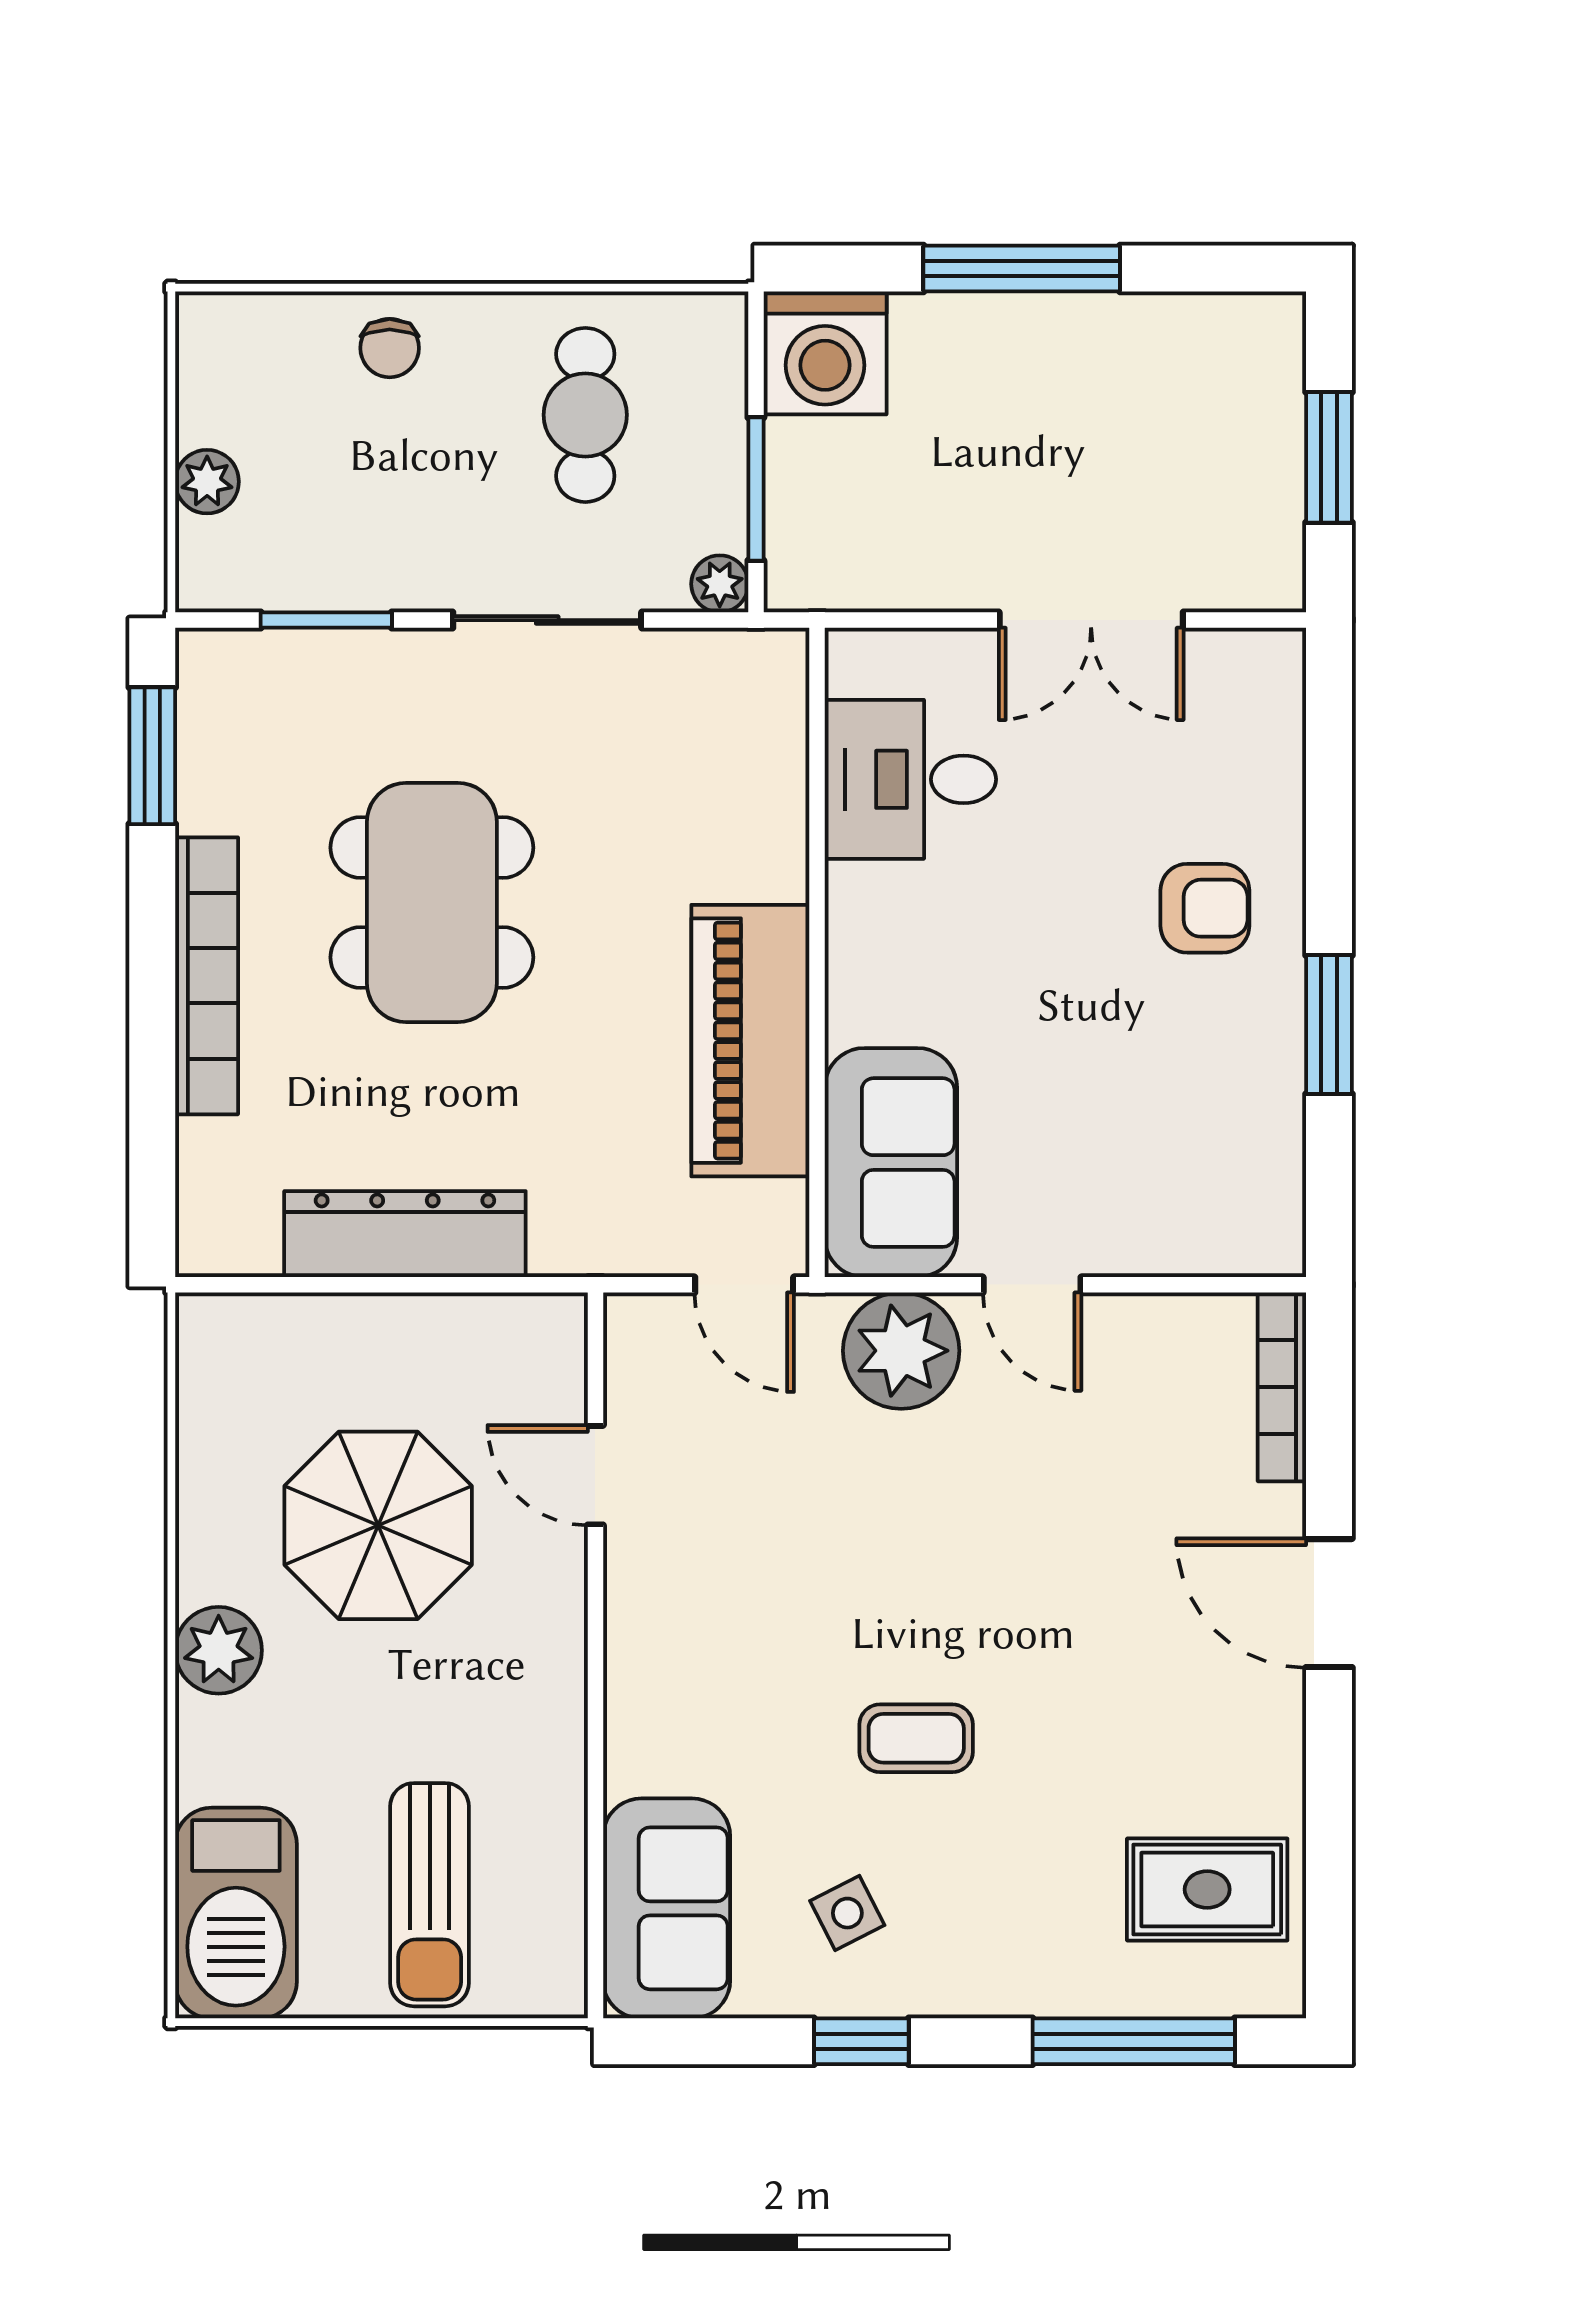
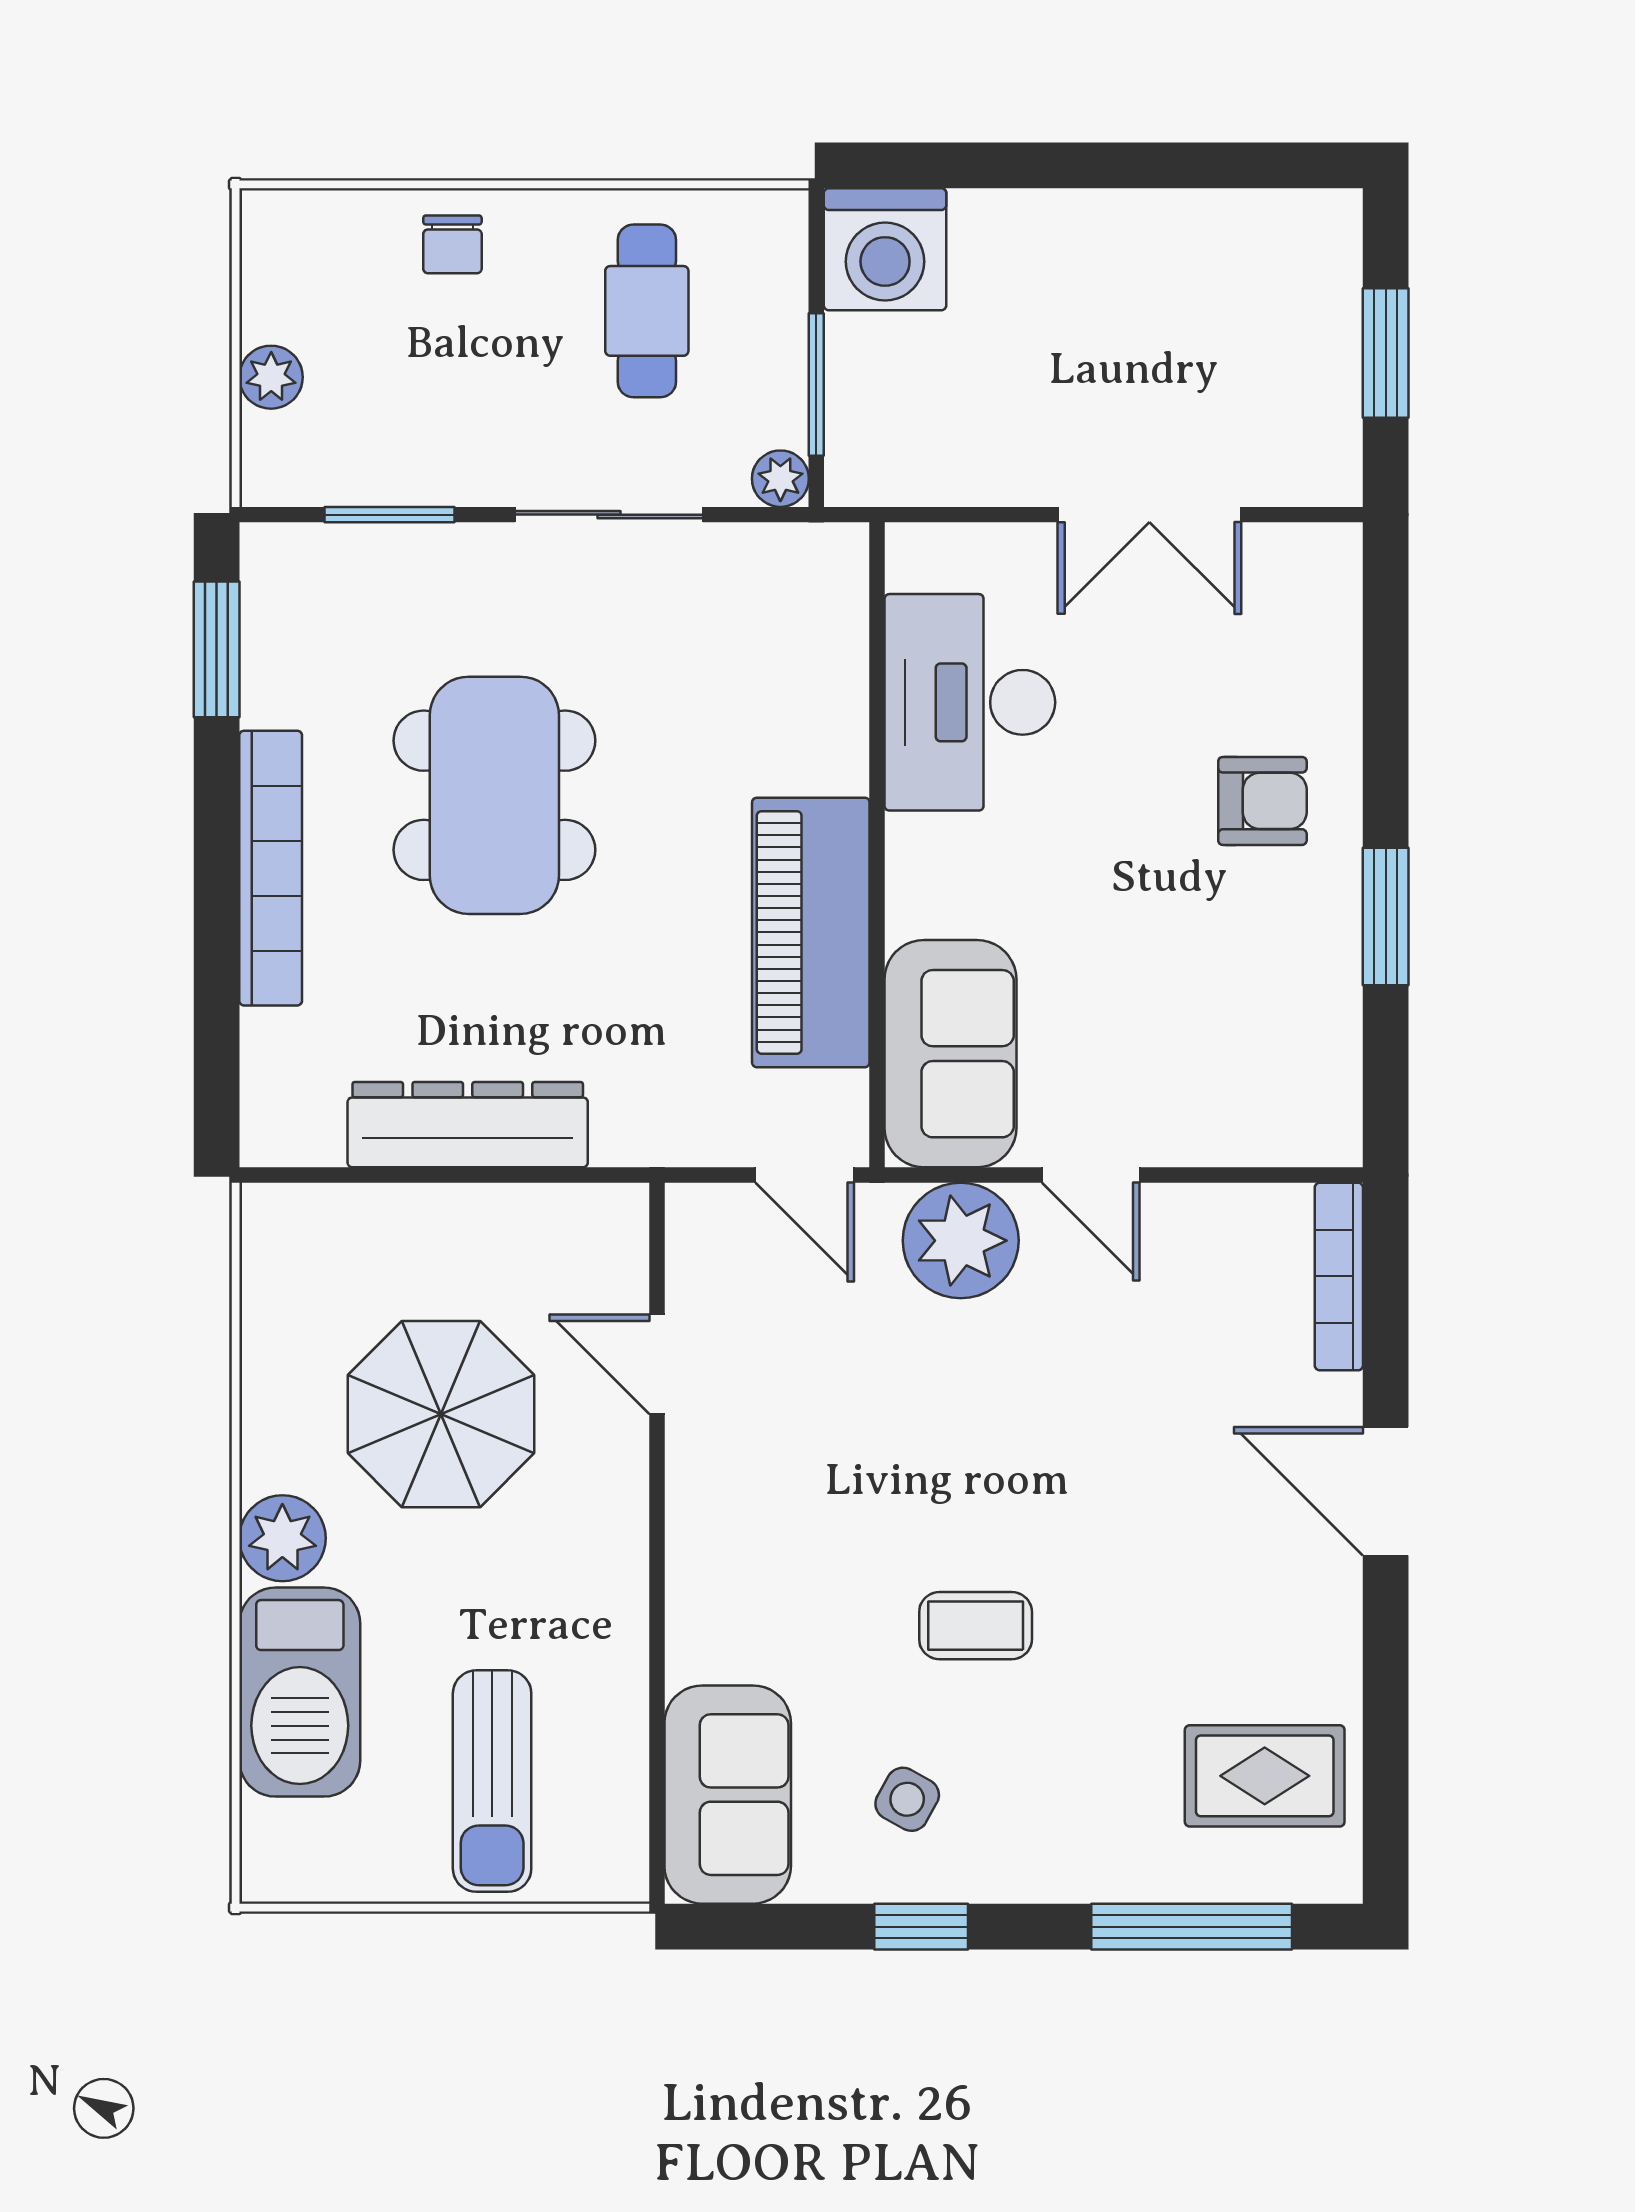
window: (1022, 269) -> (1080, 165), removed
desk: (910, 779) -> (970, 702), width x1.37
barbecue: (236, 1913) -> (300, 1692), moved
side table: (847, 1913) -> (907, 1799), turned -34

